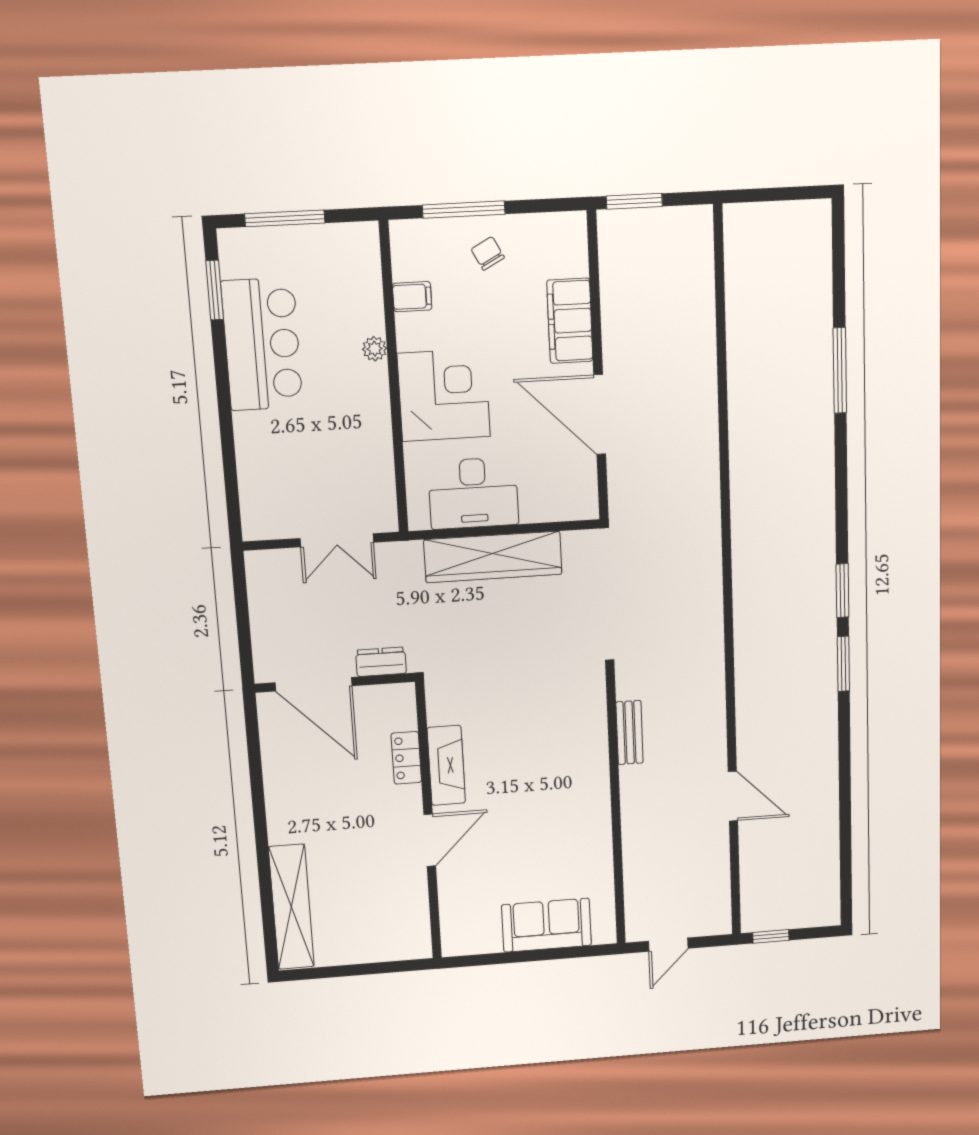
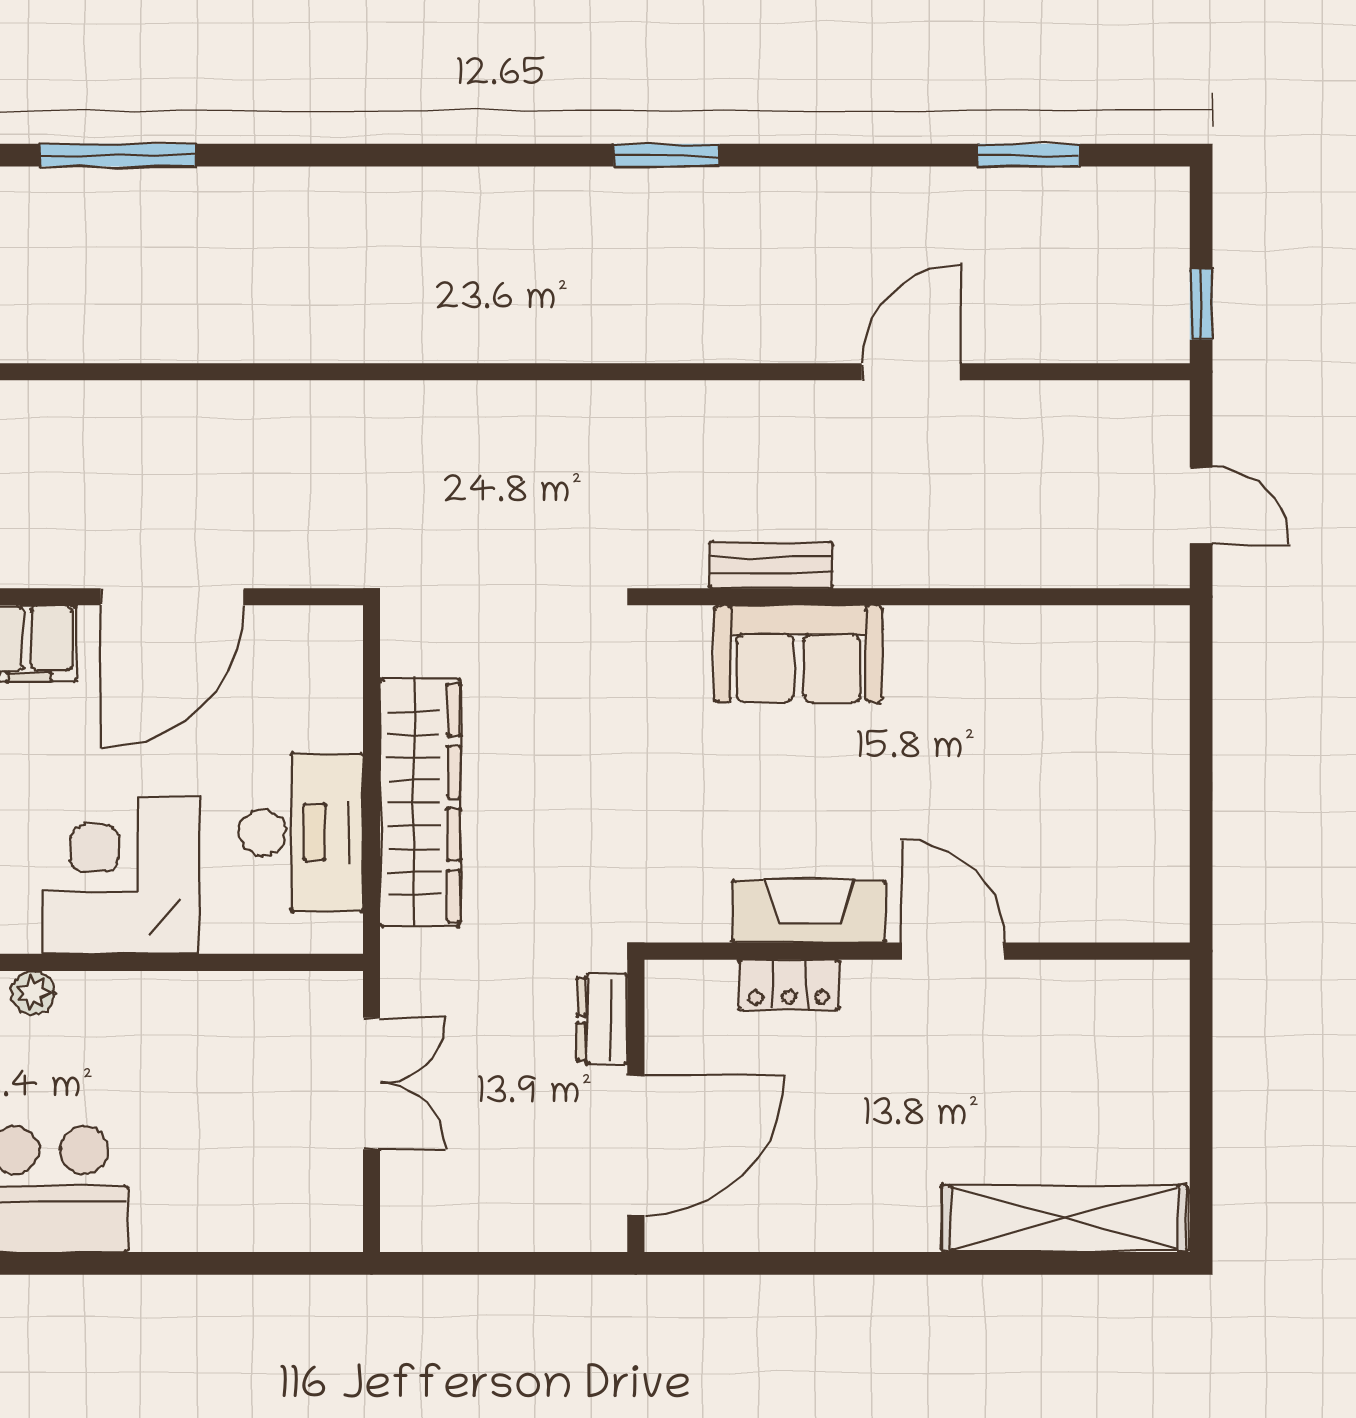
window: (842, 591) -> (1029, 155), moved
sofa: (547, 925) -> (799, 654), moved, turned -90

